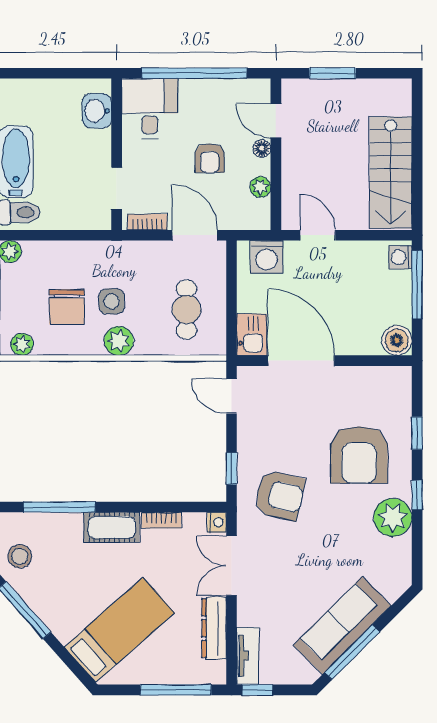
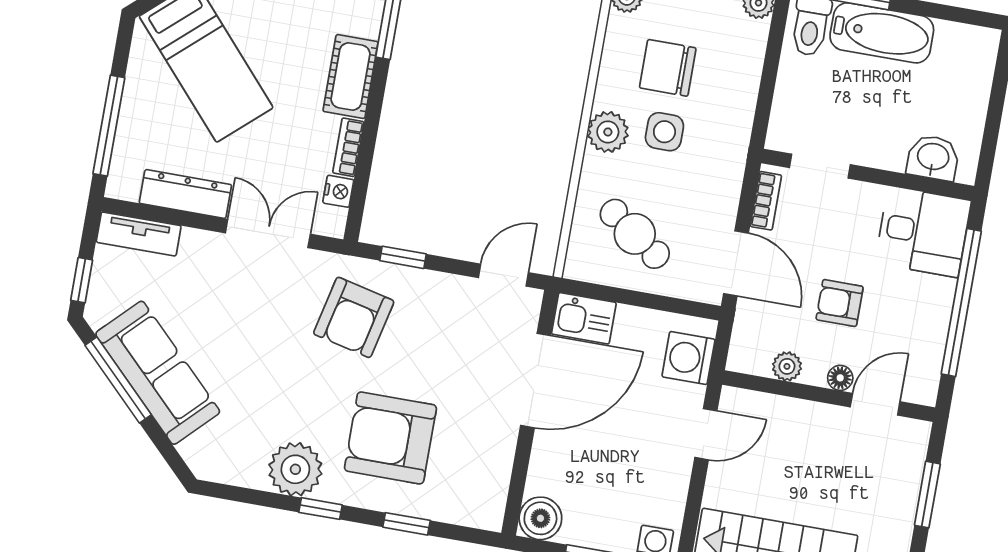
door: (195, 235) -> (736, 263), hinge flipped
cafe table: (187, 310) -> (635, 234), turned 35
nightstand: (217, 522) -> (338, 191), moved, turned -90
window: (257, 690) -> (82, 280), moved

